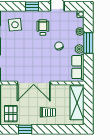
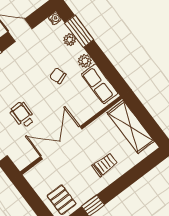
wheelchair: (43, 27) -> (22, 115), moved
window: (88, 43) -> (79, 31), moved
double door: (34, 83) -> (61, 143), swing flipped

